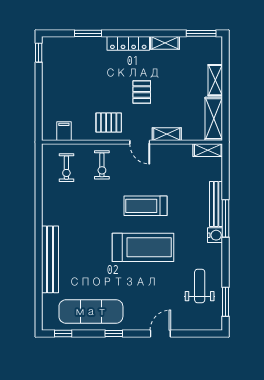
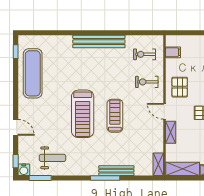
door: (140, 142) -> (164, 111), hinge flipped
water cooler: (215, 235) -> (24, 170), moved
bench: (50, 259) -> (99, 42), moved
window: (114, 333) -> (16, 161), moved

